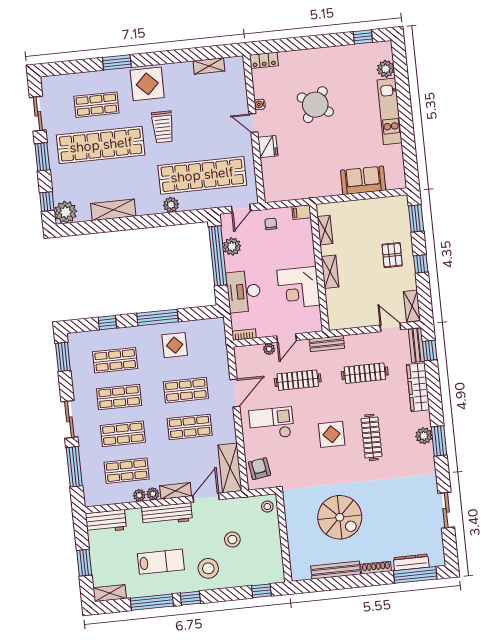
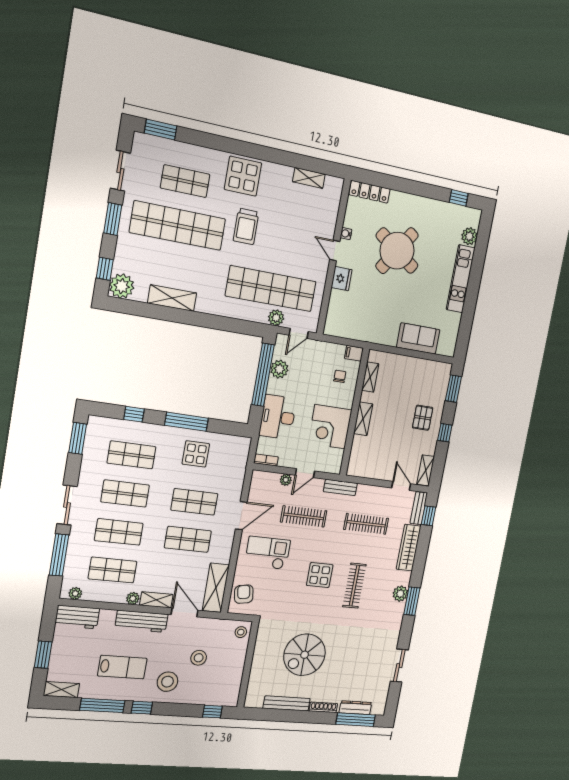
locker: (264, 60) -> (370, 192), width x1.53
window: (117, 62) -> (161, 130), moved
round table: (315, 105) -> (397, 251), width x1.36, depth x1.36
plant: (171, 205) -> (276, 318), moved
chair: (271, 224) -> (340, 376), moved
plant: (139, 495) -> (75, 593), moved
door: (206, 498) -> (185, 612), hinge flipped
spiral stairs: (340, 517) -> (305, 655), turned 90

